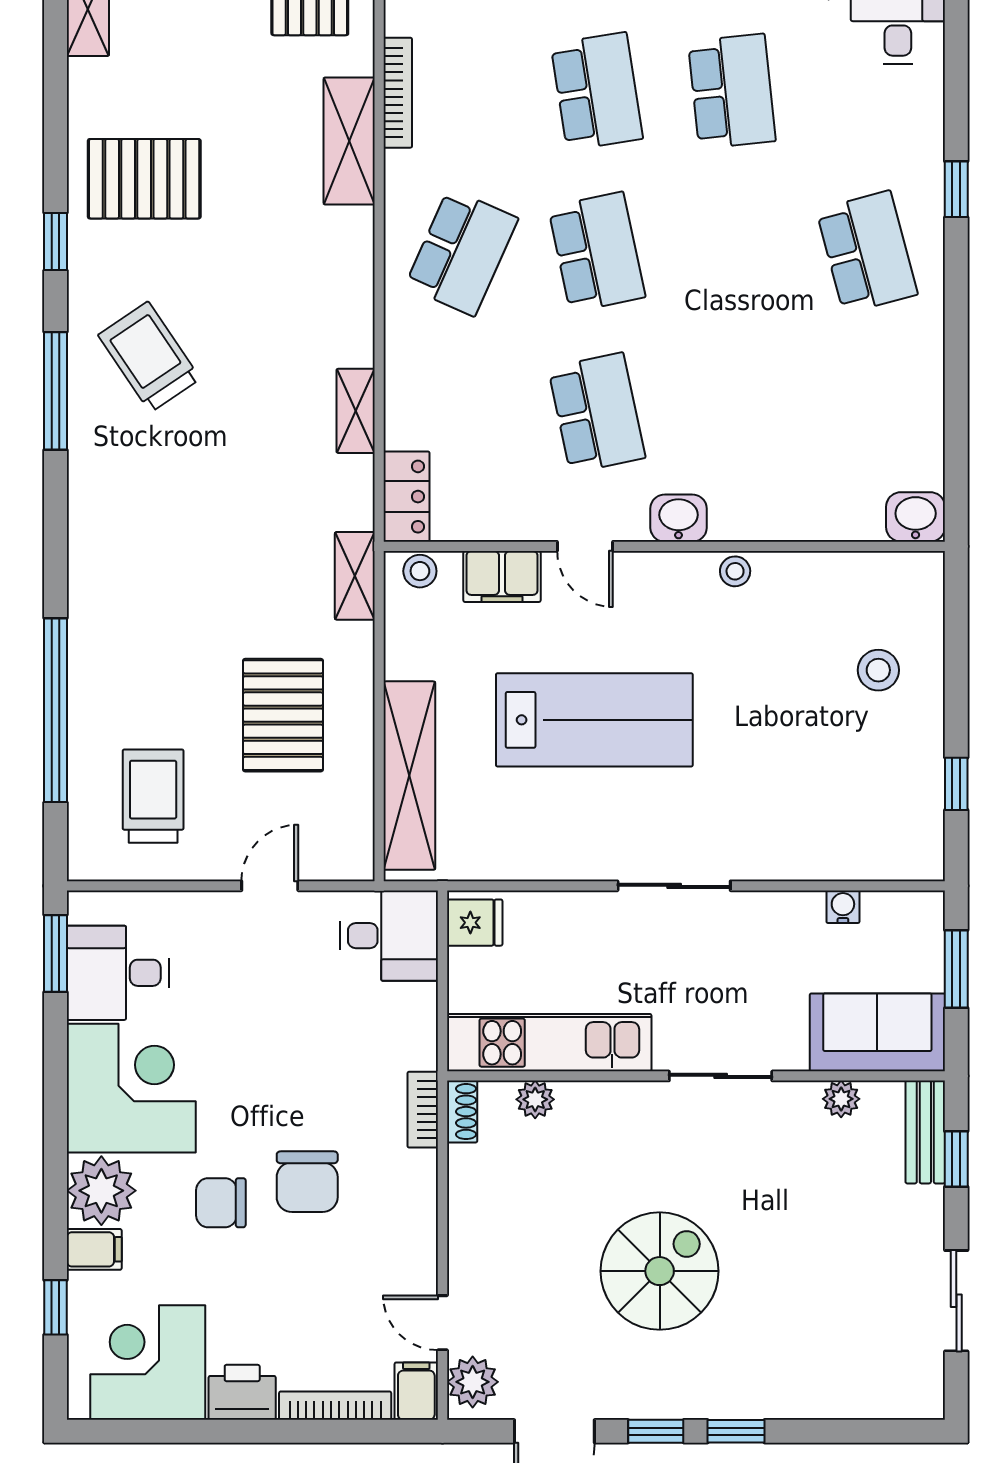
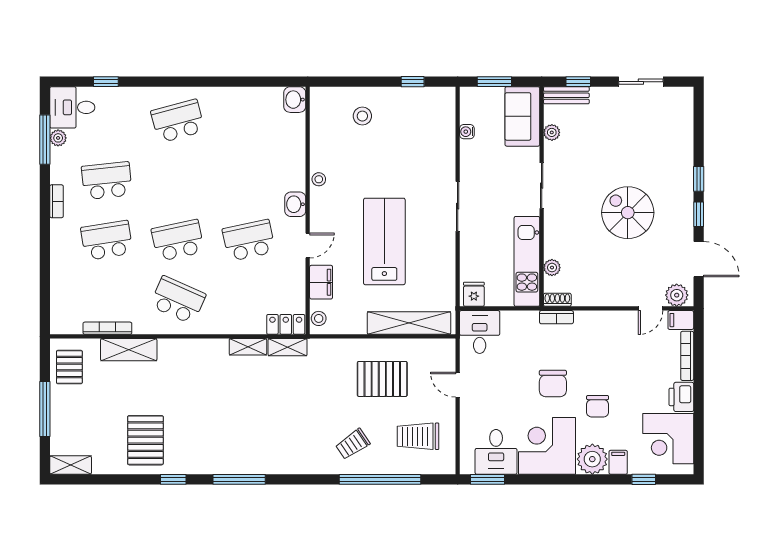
window: (956, 189) -> (106, 82), moved
trolley: (149, 357) -> (353, 444), moved, width x0.73, depth x0.72
shelving: (355, 576) -> (288, 347), moved
chair: (307, 1182) -> (553, 384), moved, turned 90

